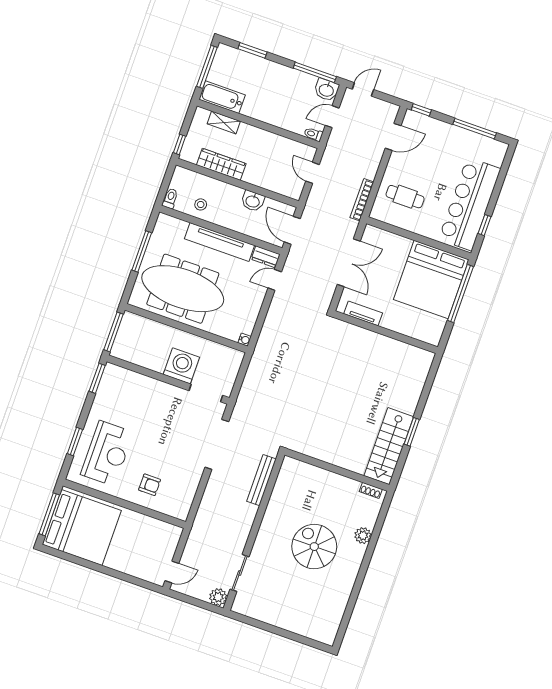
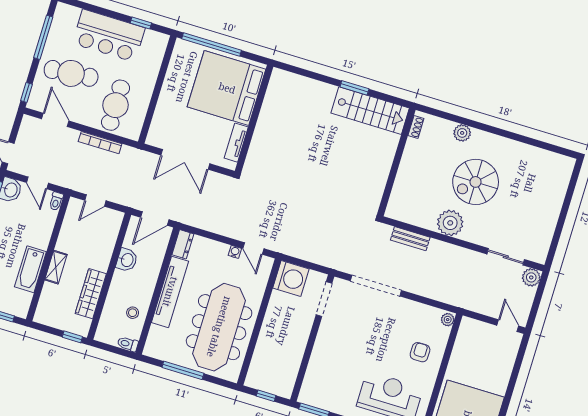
bathtub: (222, 97) -> (30, 269), moved
shelving: (224, 122) -> (56, 267), moved
cafe table: (438, 154) -> (71, 73), added
cafe table: (405, 197) -> (115, 105), width x1.37, depth x1.35
bookcase: (362, 200) -> (100, 143), moved
bar counter: (470, 204) -> (109, 36), width x0.73
double door: (349, 263) -> (185, 159), swing flipped
door: (275, 280) -> (253, 248), moved
bed: (431, 280) -> (227, 88), moved, turned 180
window: (113, 332) -> (266, 396), width x0.46
water cooler: (245, 340) -> (235, 252), moved
washing machine: (181, 366) -> (291, 278), moved, turned 180
bench: (261, 480) -> (410, 239), width x0.73
plant: (180, 513) -> (448, 320), added
plant: (275, 520) -> (450, 223), added

